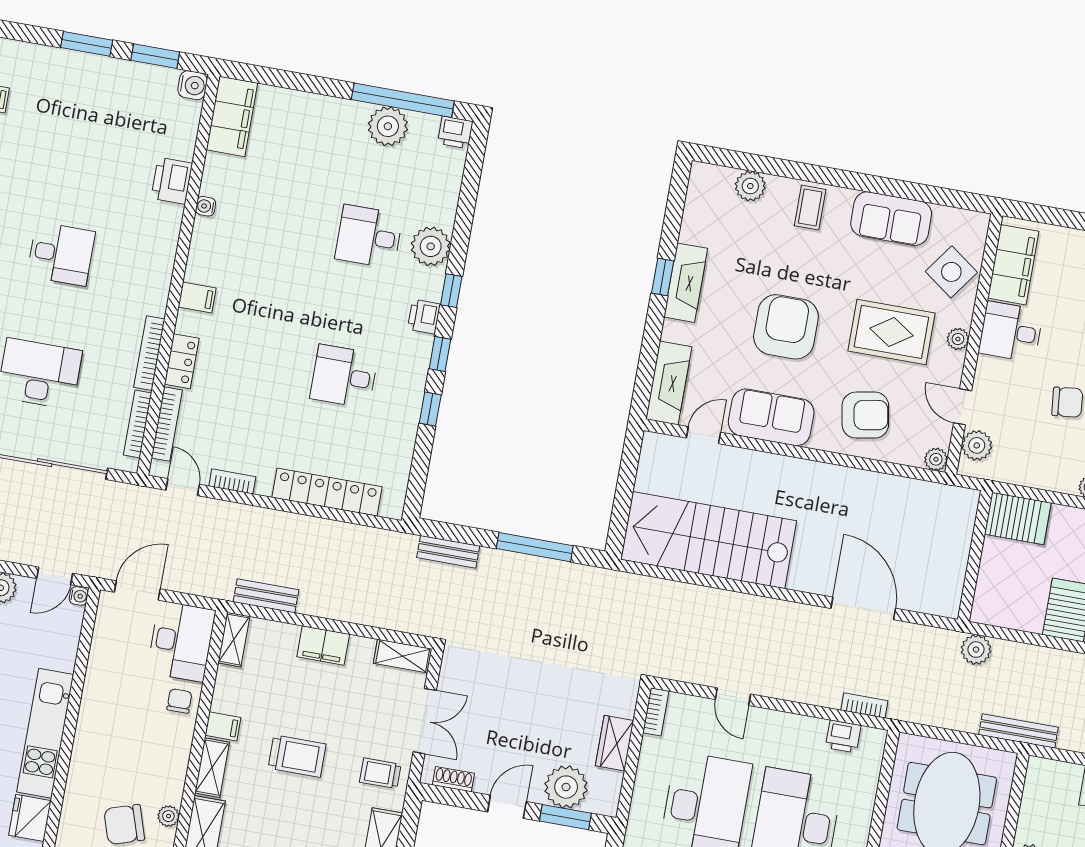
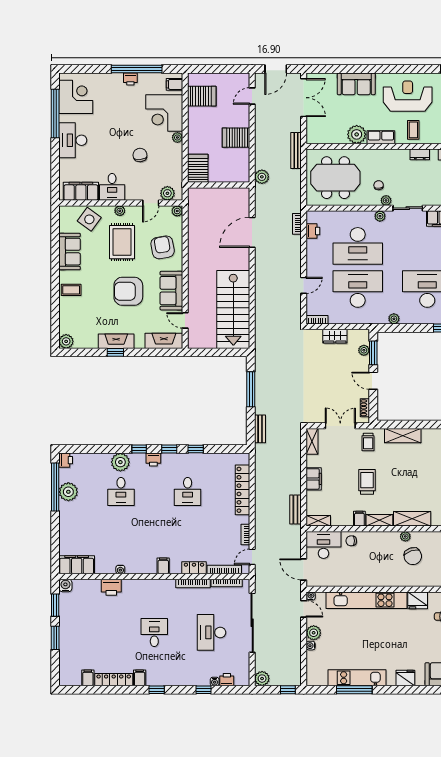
plant: (750, 186) -> (66, 341), moved
kitchen unit: (45, 733) -> (366, 600), width x1.36
plant: (566, 787) -> (364, 350), width x0.53, depth x0.53

